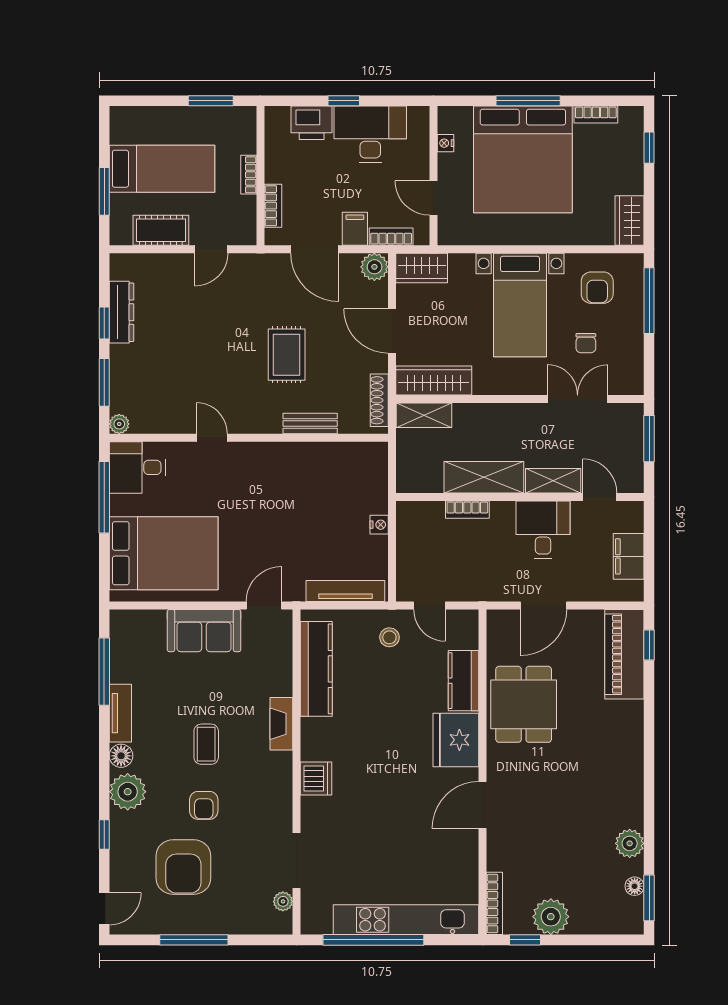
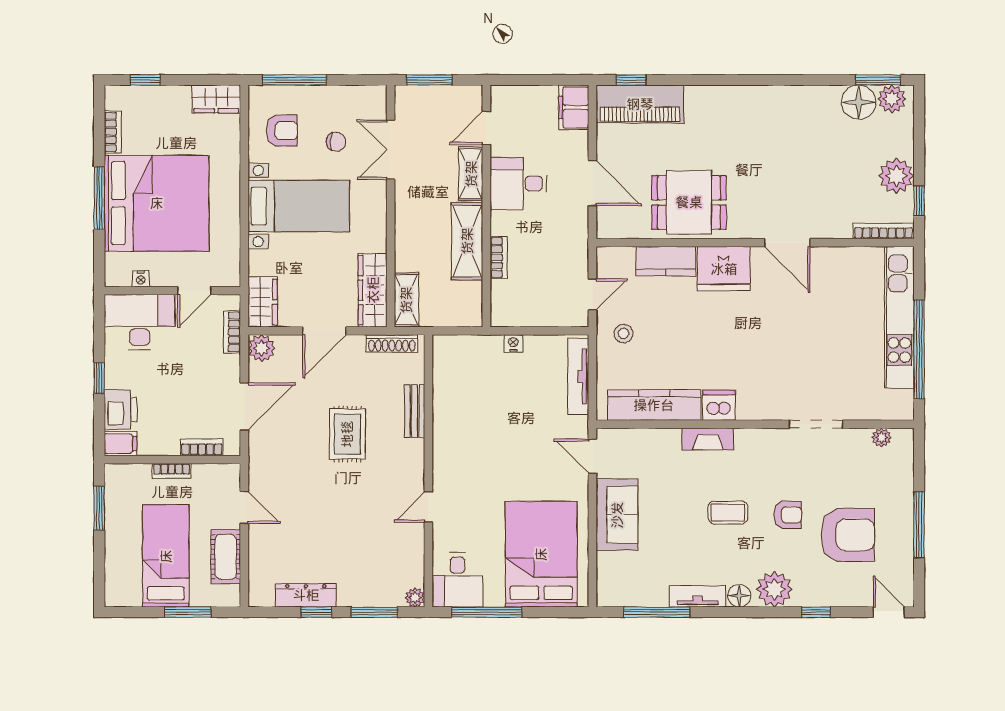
desk: (370, 134) -> (140, 322), moved, turned 90
filing cabinet: (355, 229) -> (120, 444), moved, turned 180
rug: (287, 355) -> (347, 434), turned 90
filing cabinet: (629, 556) -> (574, 107), moved, turned 90
dishwasher: (316, 779) -> (719, 405), moved
plant: (630, 843) -> (892, 99), moved
doorway: (297, 861) -> (816, 424), moved
floor lamp: (635, 886) -> (859, 102), width x1.89, depth x1.89

